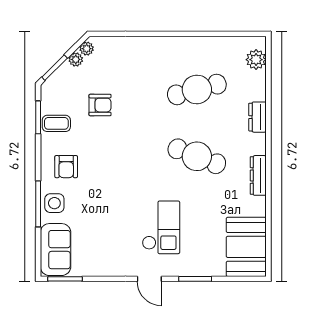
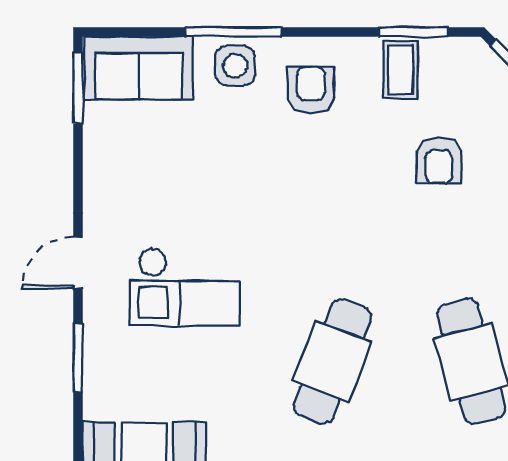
armchair: (66, 167) -> (311, 90), turned 90

